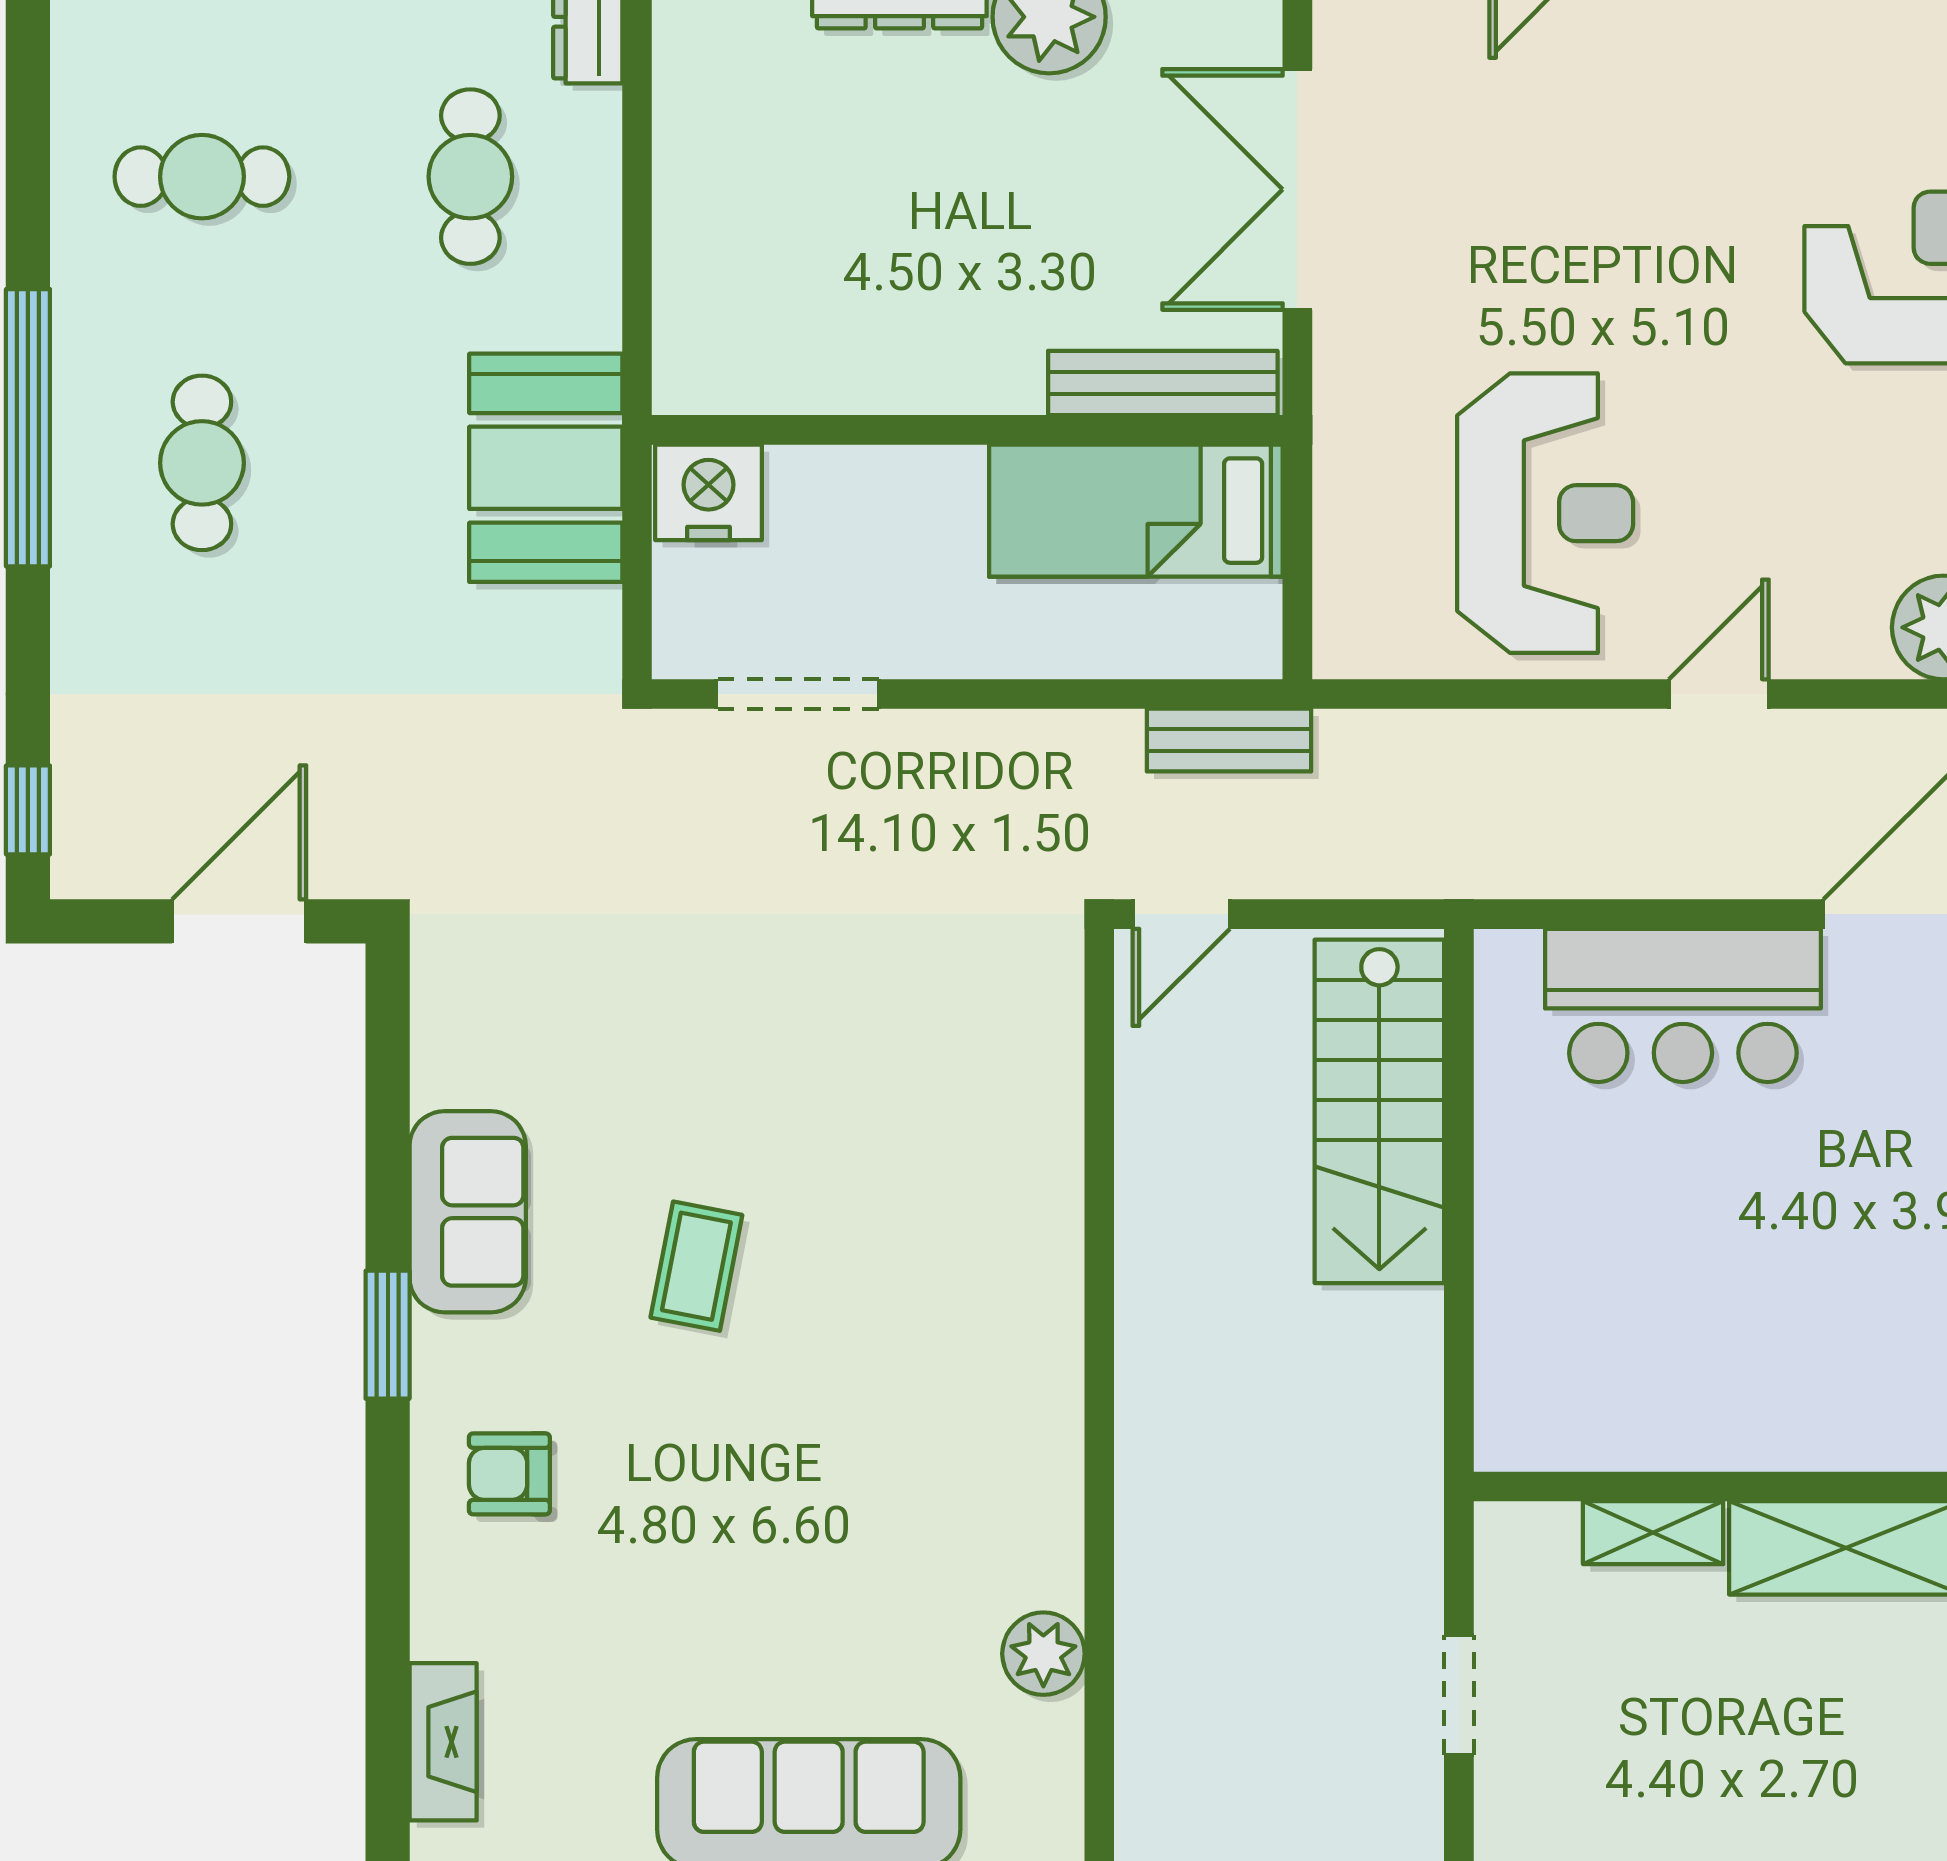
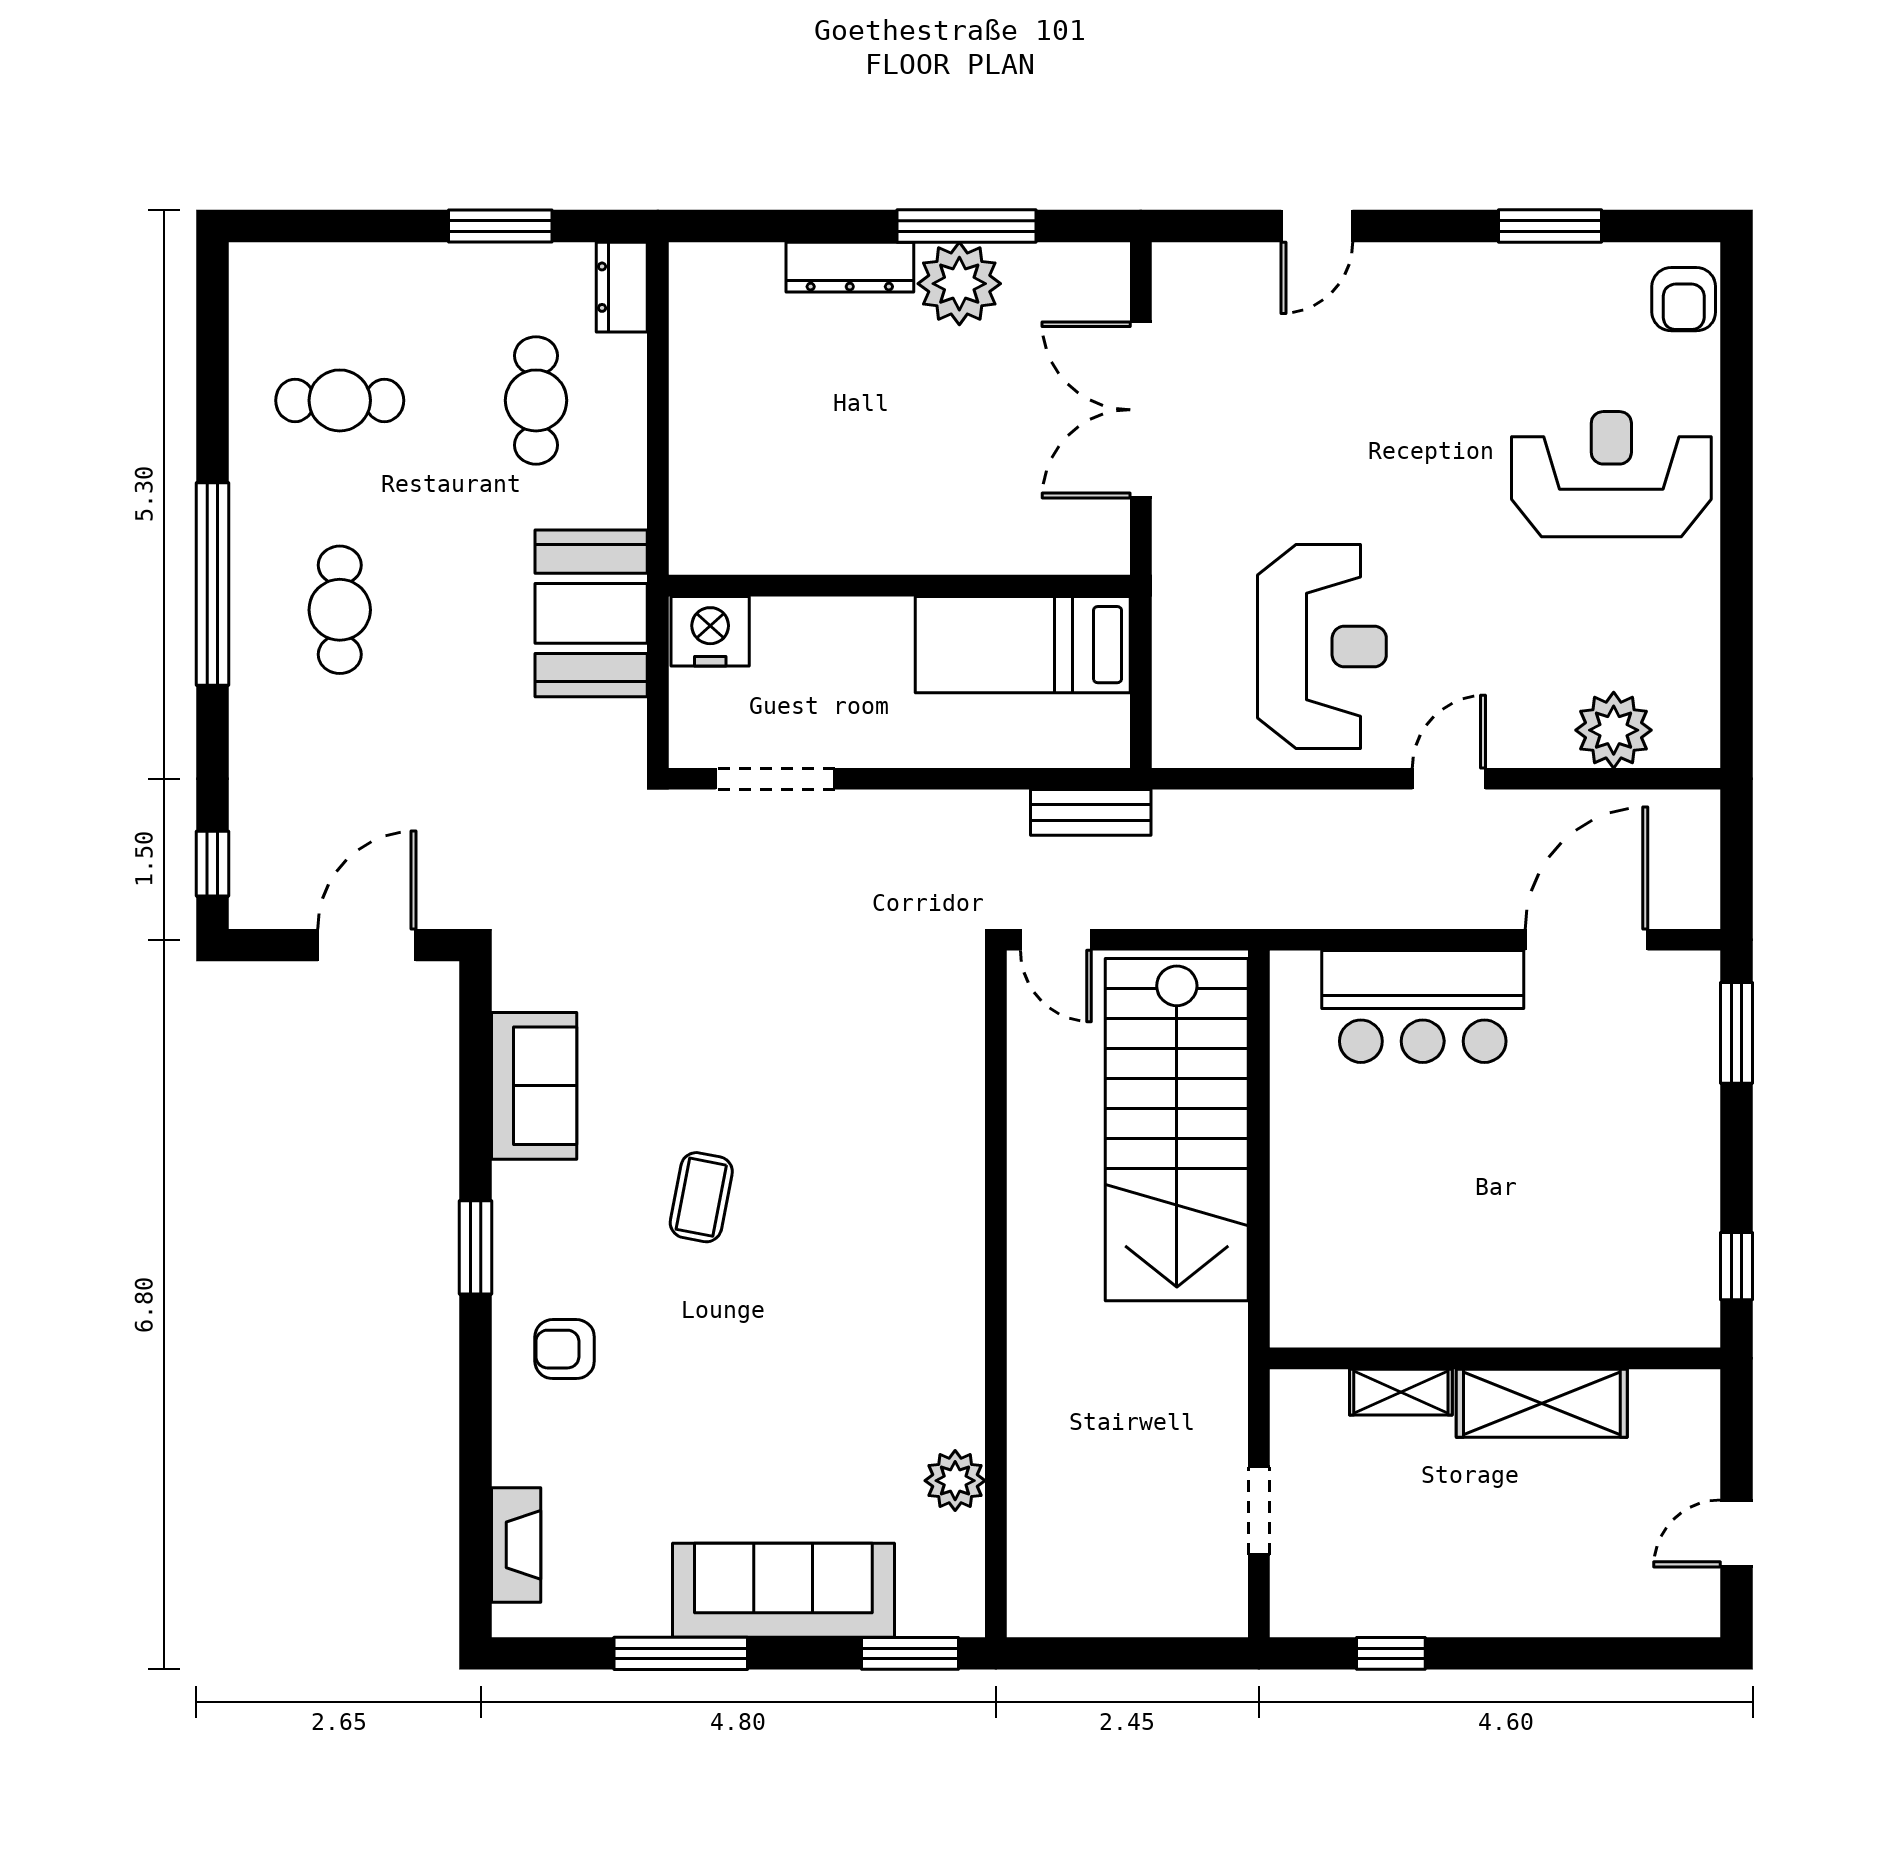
bench: (1163, 383) -> (1042, 551), removed
door: (1181, 914) -> (1056, 940), hinge flipped
stairs: (1379, 1111) -> (1177, 1130), width x1.36, depth x1.51
sofa: (468, 1212) -> (534, 1086), moved

